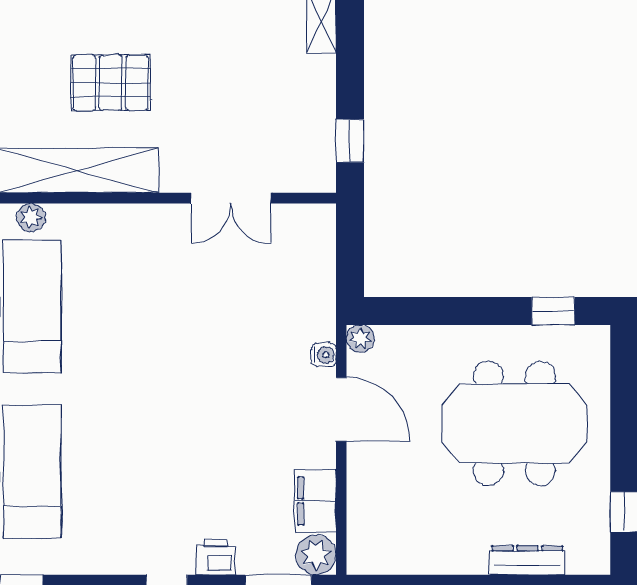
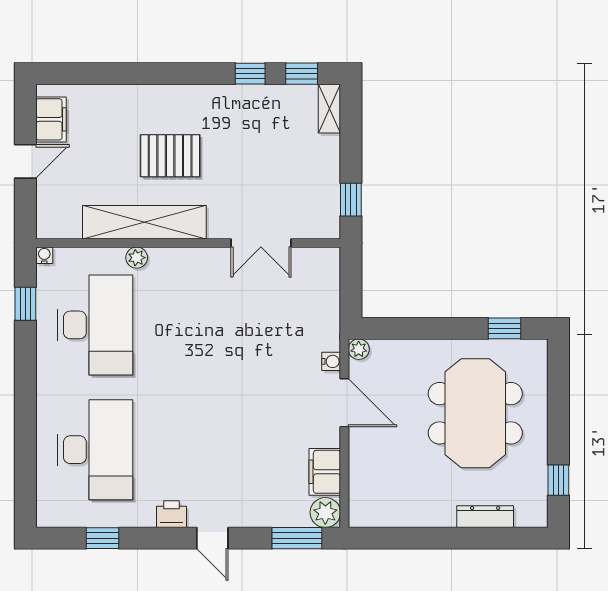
plant: (31, 217) -> (137, 258), moved
meeting table: (514, 423) -> (475, 413), turned 90
printer: (216, 557) -> (172, 514), moved

